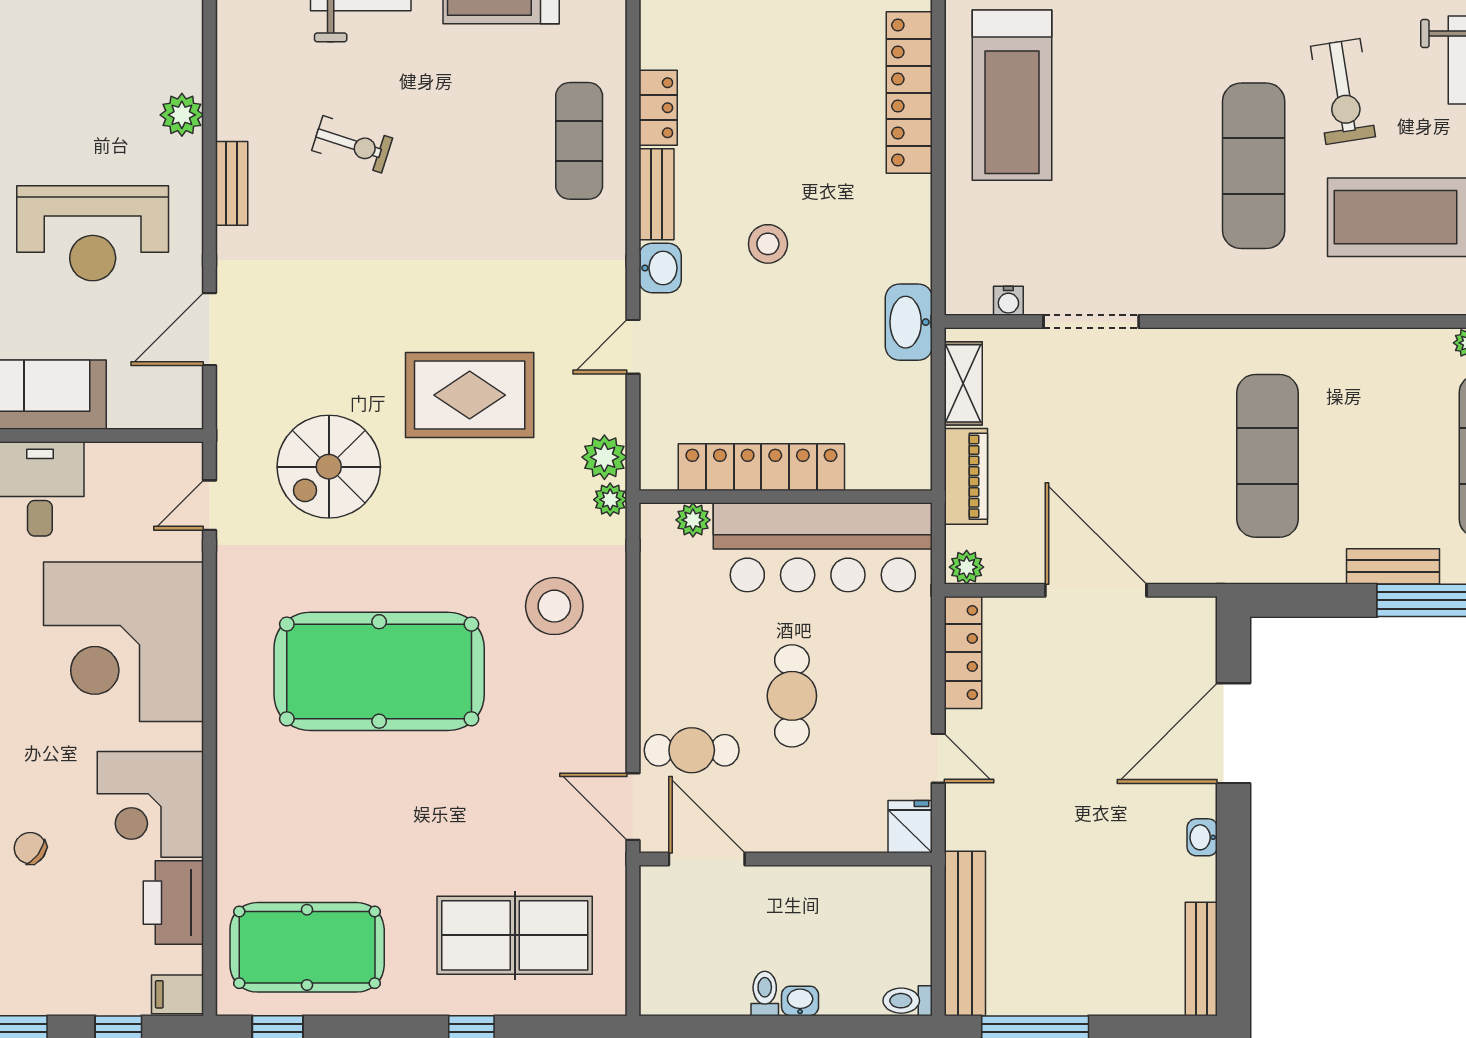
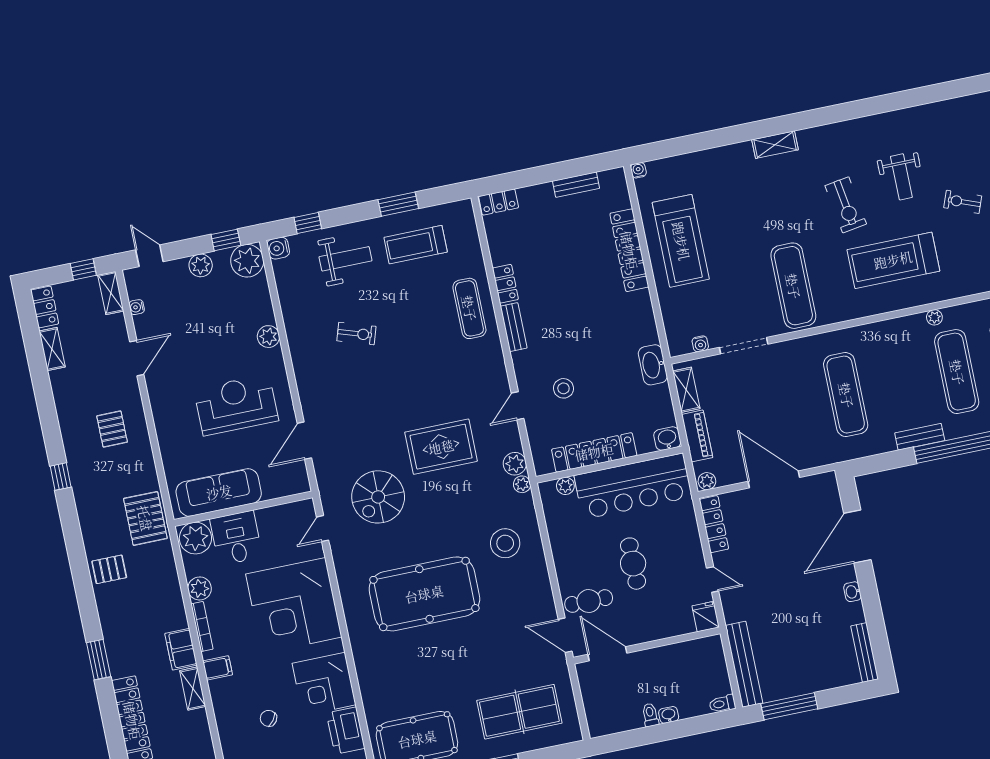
exercise mat: (1254, 166) -> (793, 286), moved
bench: (232, 183) -> (300, 366), removed
reception desk: (93, 233) -> (236, 405), turned 180
stool: (768, 244) -> (563, 388), moved
washbasin: (660, 268) -> (667, 439), moved, turned -90

